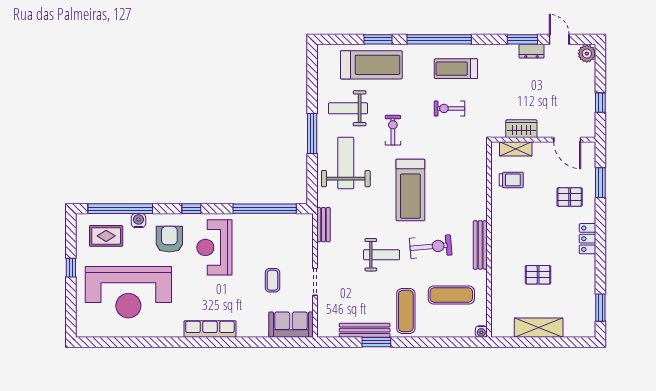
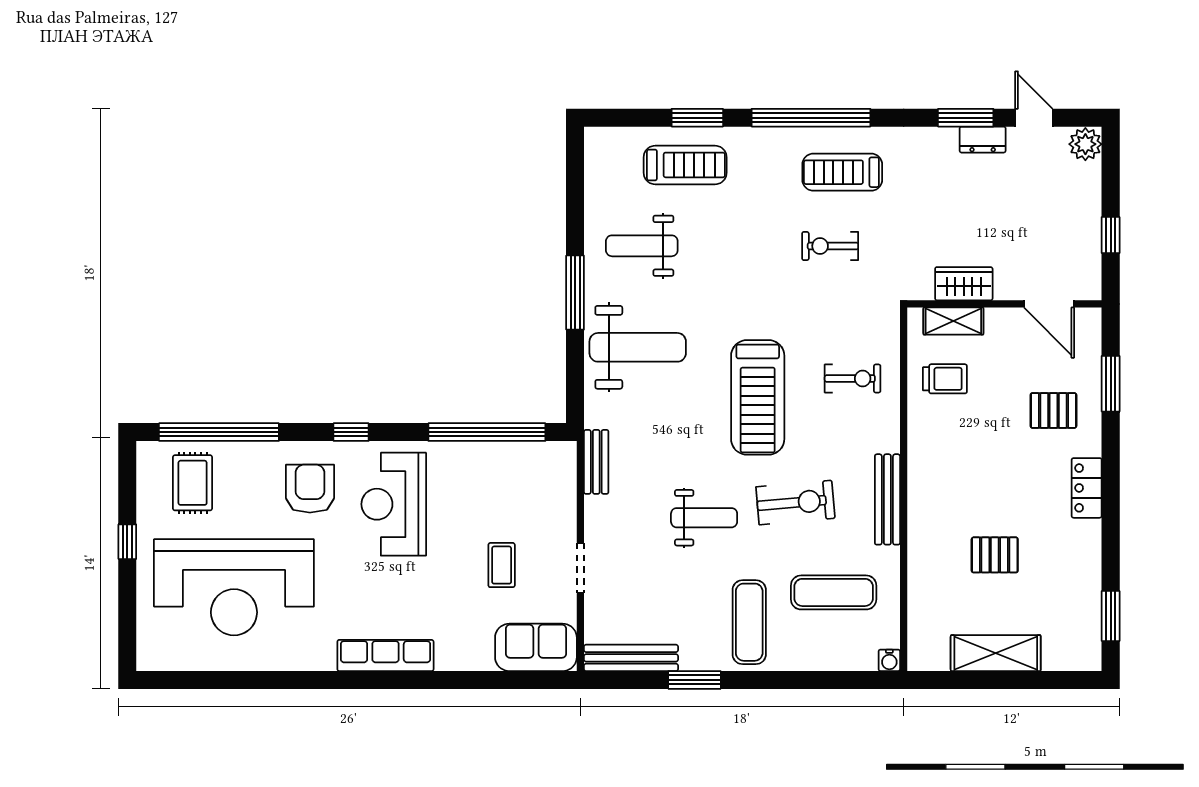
treadmill: (371, 65) -> (685, 165), width x0.73, depth x0.73
exercise bike: (393, 130) -> (853, 379), moved, turned 90
weight bench: (346, 163) -> (638, 347), turned 90
water cooler: (139, 221) -> (253, 454), removed
rug: (106, 236) -> (193, 483), turned 90
bench: (365, 330) -> (631, 658), moved

